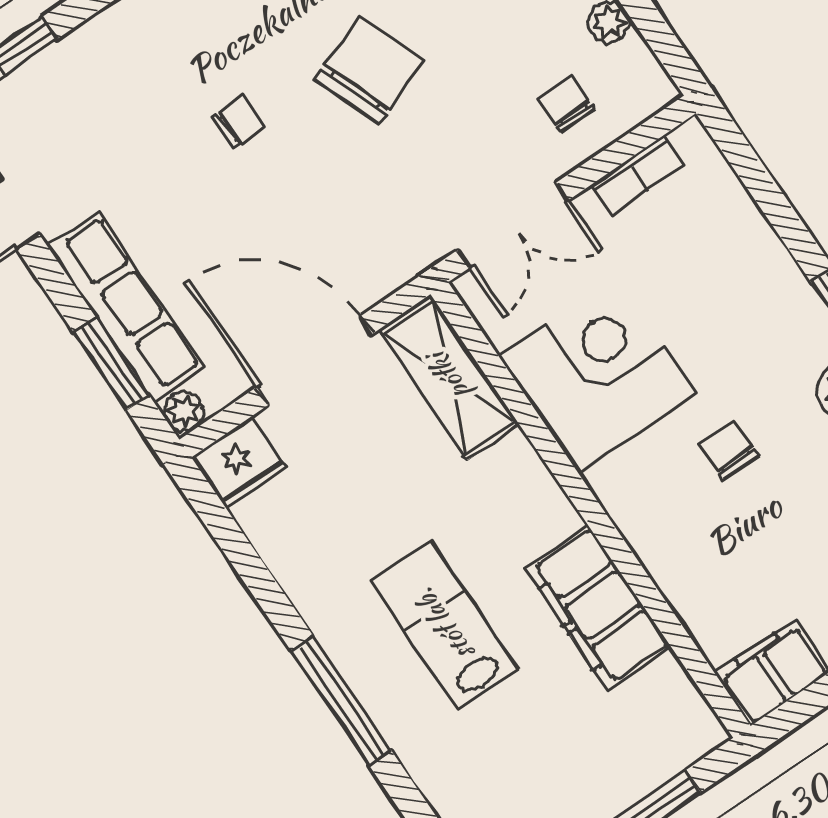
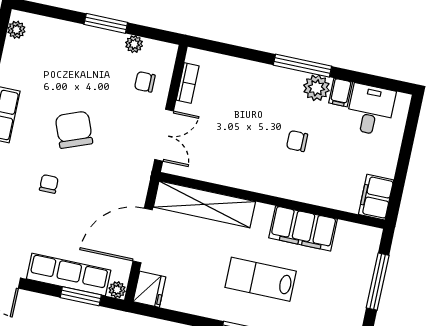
corner desk: (597, 375) -> (234, 157), removed
shelving: (449, 377) -> (204, 204), width x1.47

